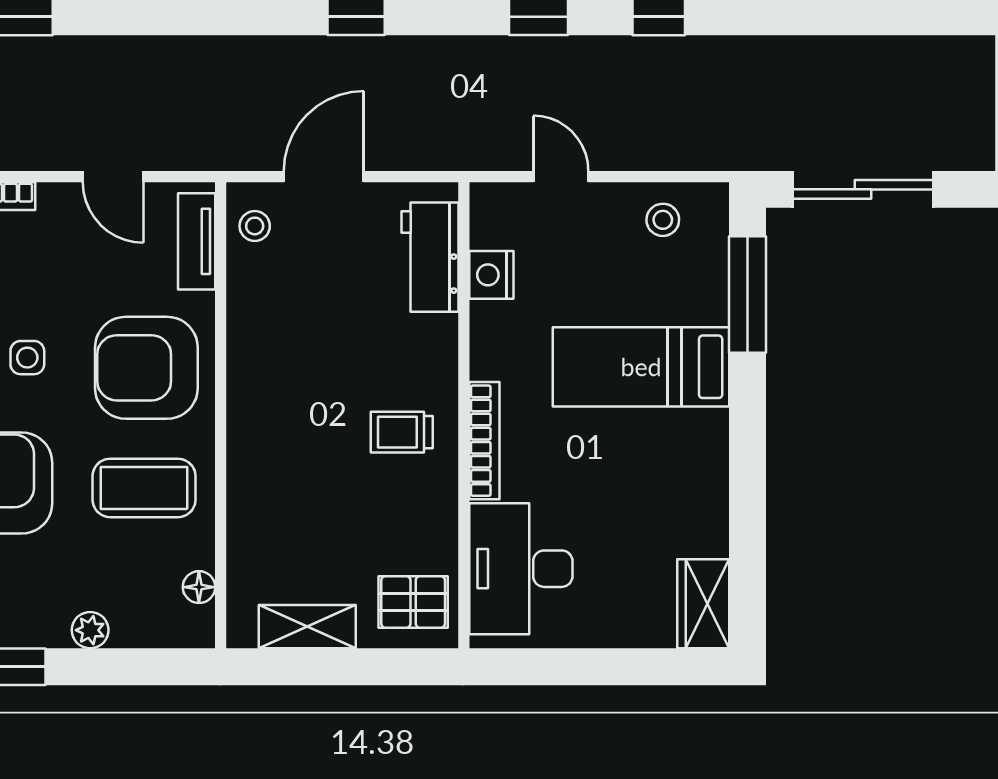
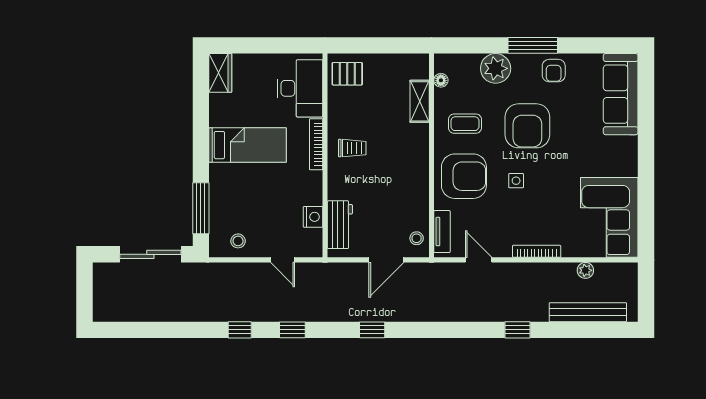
bed: (641, 367) -> (248, 145), moved
coffee table: (144, 488) -> (465, 124), width x0.73, depth x0.77
shelving: (307, 627) -> (420, 101), moved, turned 90
plant: (90, 630) -> (496, 68), width x1.88, depth x1.88

